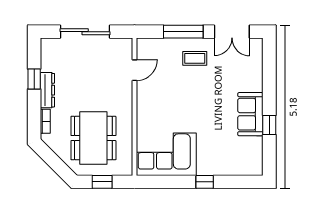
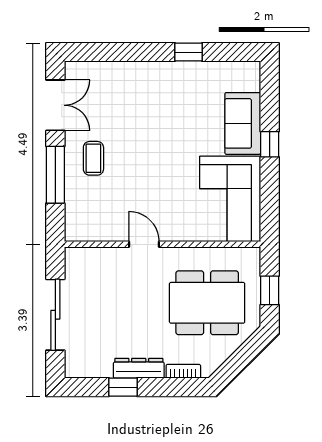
door: (134, 70) -> (144, 244), moved
sofa: (250, 114) -> (243, 123), moved, turned 90

